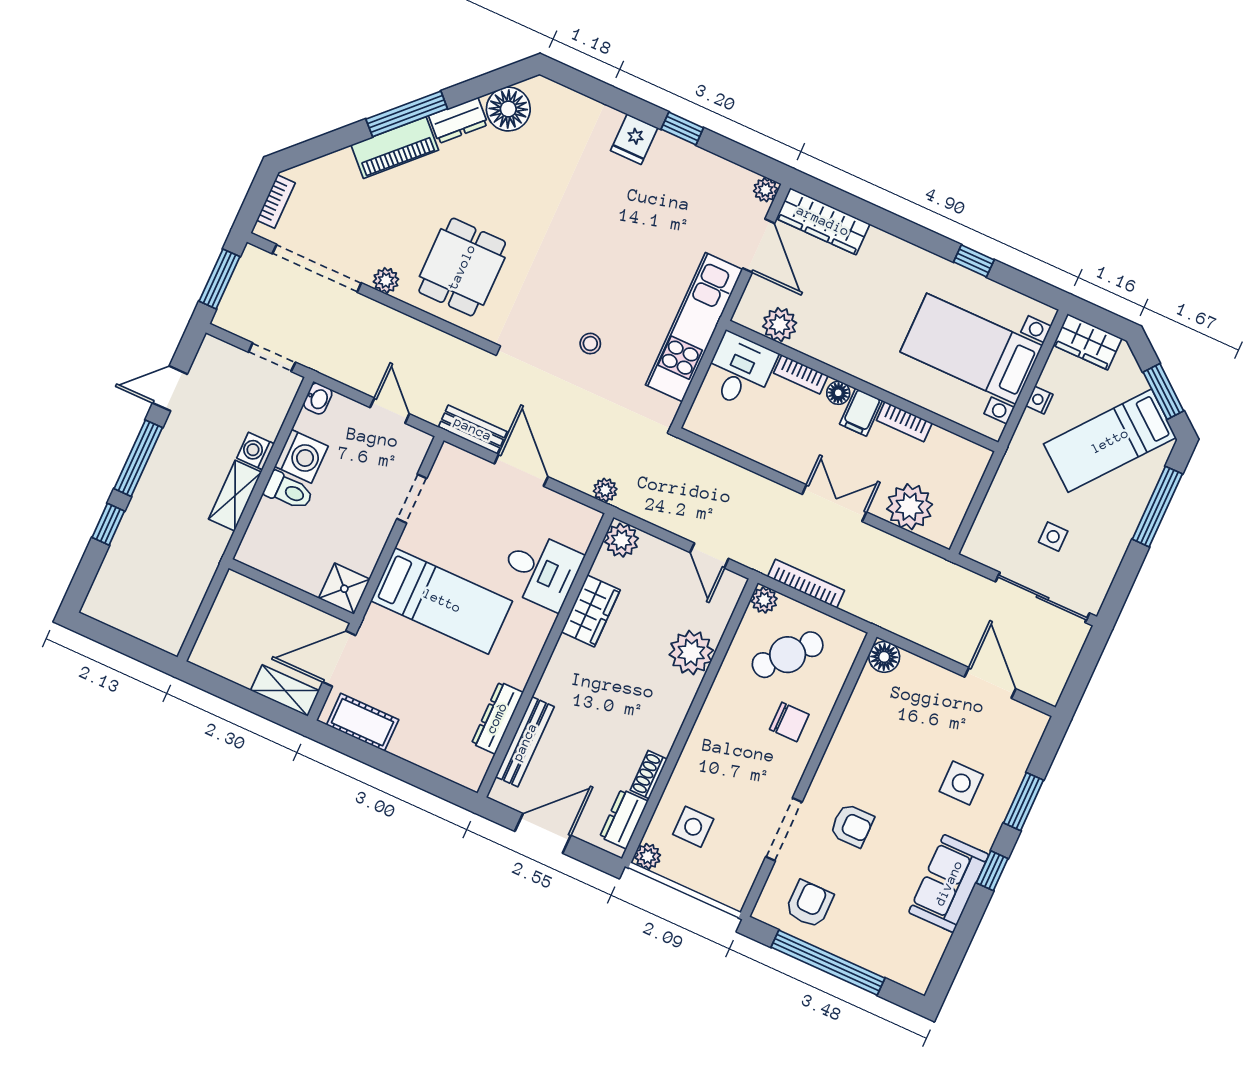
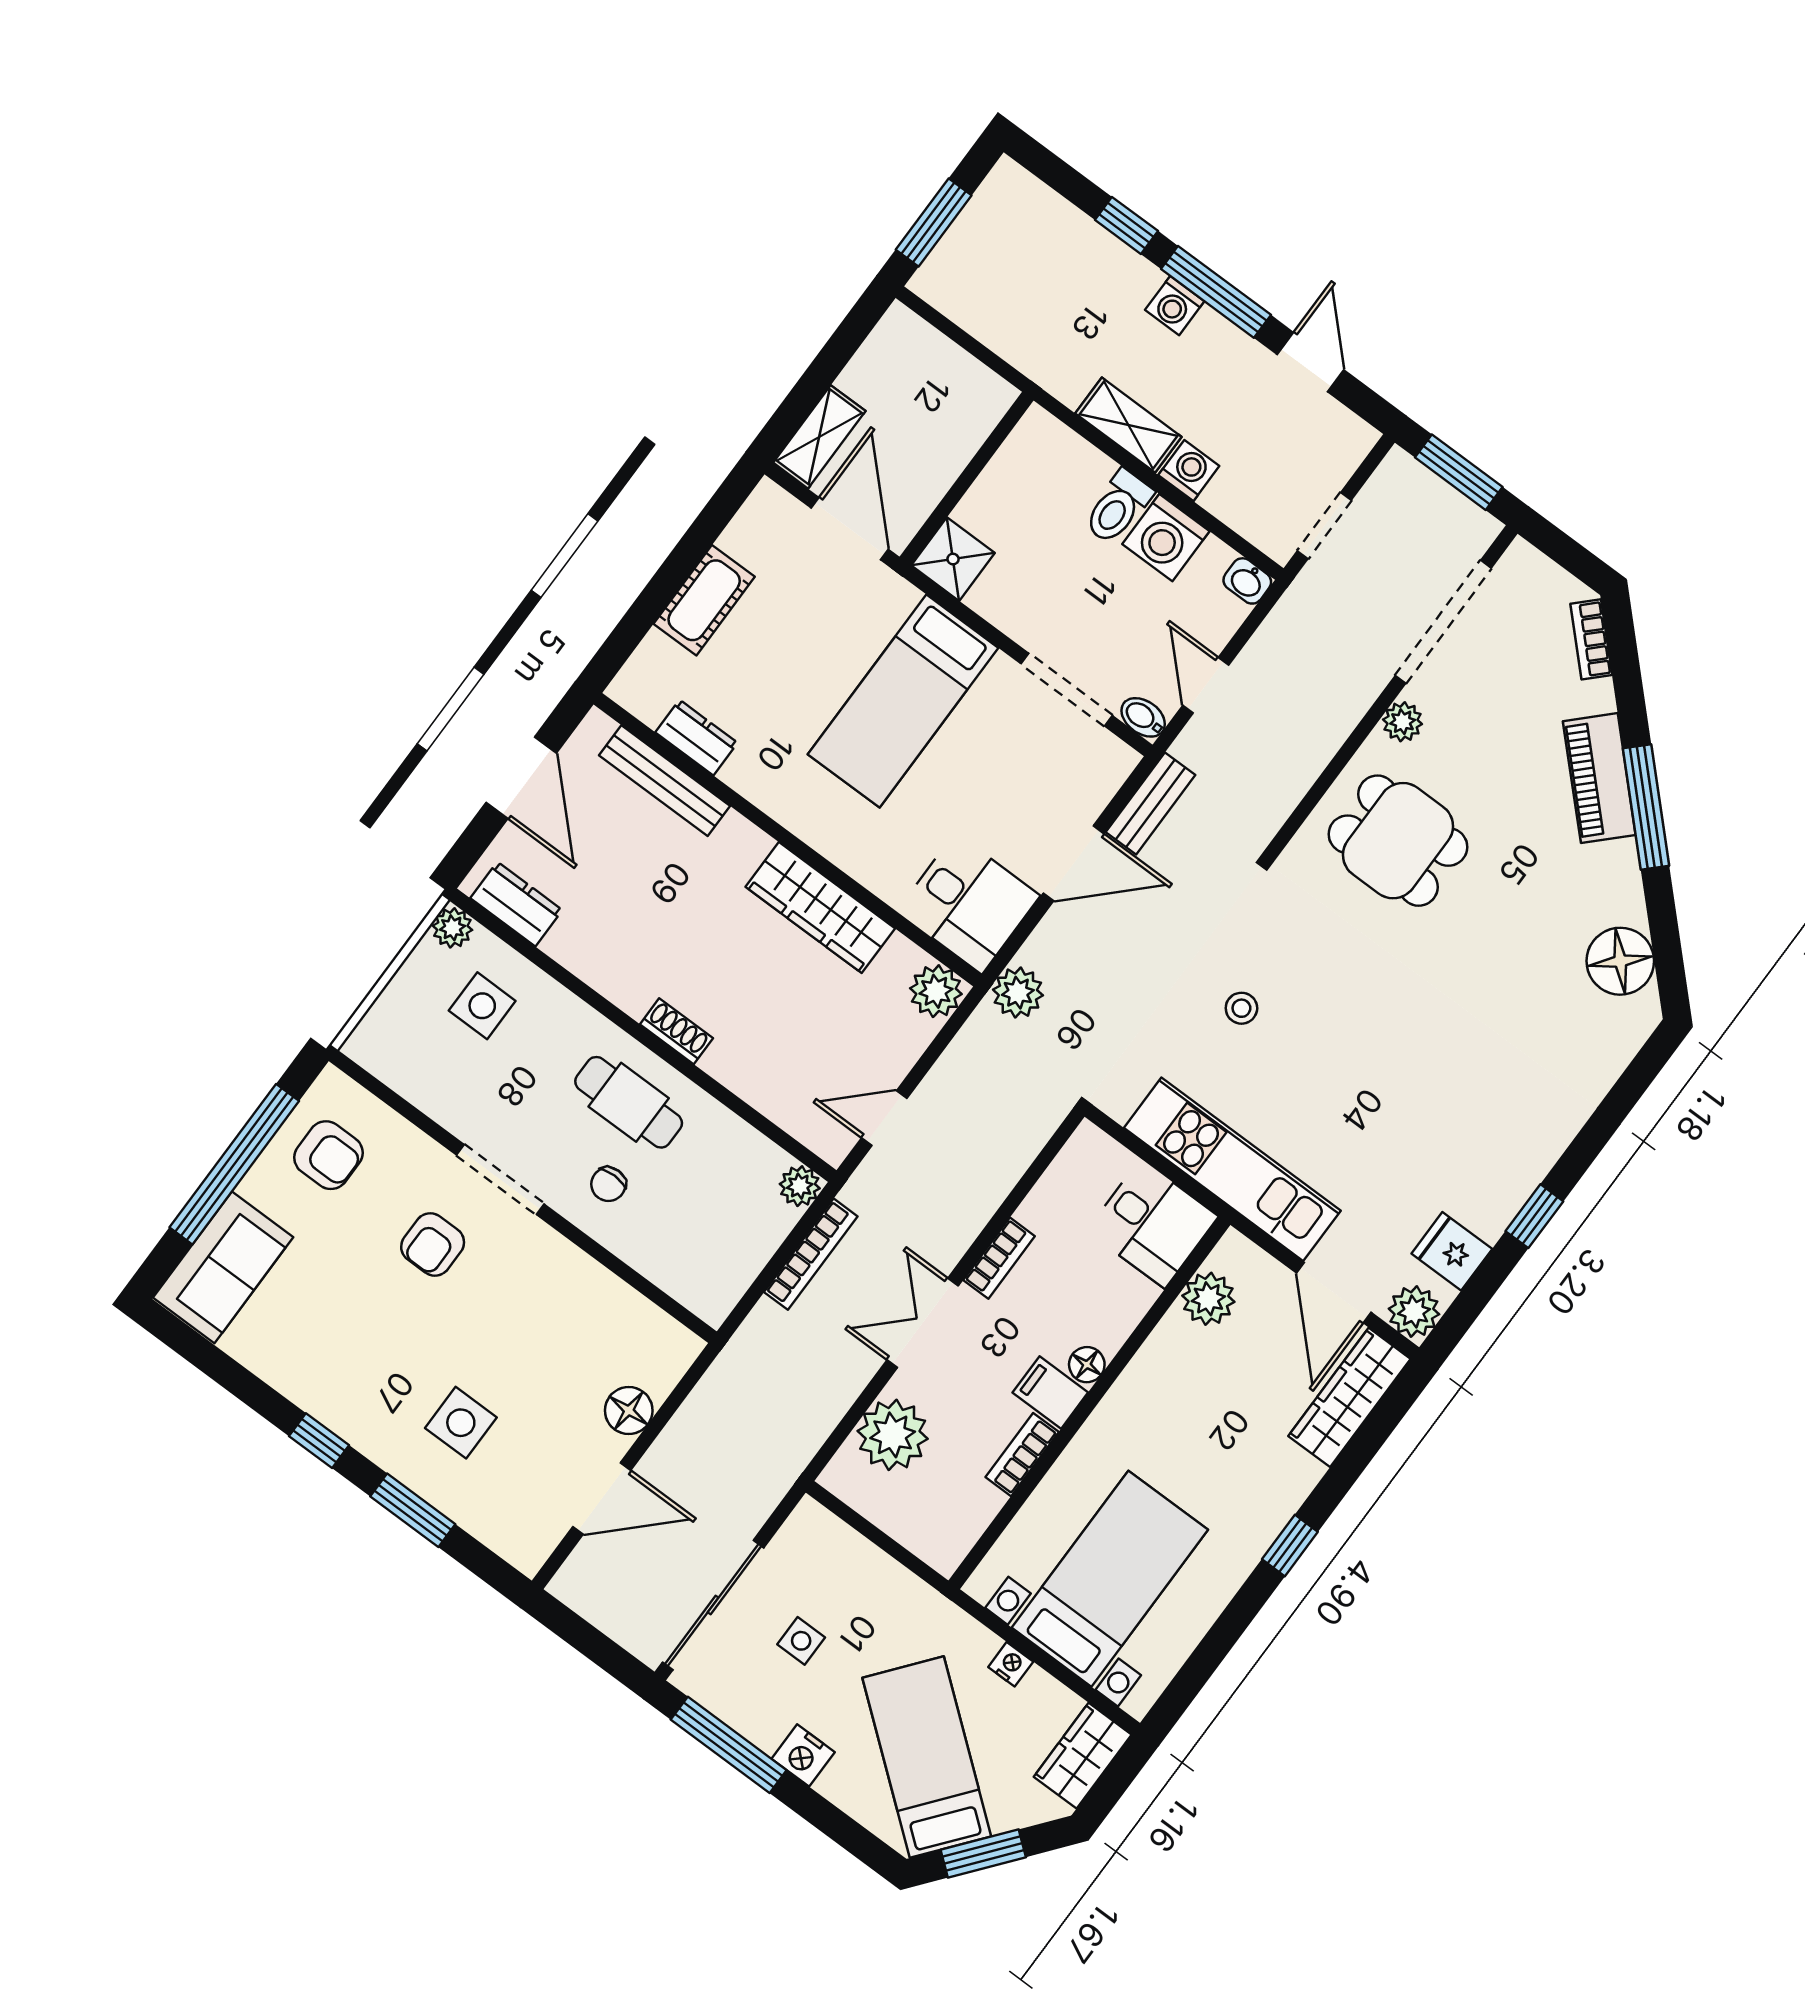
dresser: (458, 120) -> (1620, 882), removed
fridge: (634, 139) -> (1452, 1251), moved
plant: (766, 190) -> (1414, 1312), width x1.38, depth x1.38
bookcase: (276, 202) -> (1591, 639), moved, turned 45
door: (759, 246) -> (1334, 1293), hinge flipped
window: (974, 261) -> (1290, 1545), moved
bookcase: (801, 374) -> (999, 1258), moved, turned 180
door: (390, 411) -> (1206, 685), swing flipped
bidet: (419, 446) -> (1143, 717), added
washing machine: (153, 483) -> (1175, 306), added
plant: (605, 490) -> (1018, 993), width x1.38, depth x1.38
doorway: (412, 499) -> (1067, 690), width x1.38
double door: (834, 503) -> (923, 1323), swing flipped
window: (1157, 507) -> (729, 1745), moved
nightstand: (1126, 520) -> (803, 1755), added
desk: (541, 570) -> (968, 903), moved, turned -90
wardrobe: (591, 611) -> (820, 908), width x1.50
window: (133, 647) -> (934, 223), added
plant: (691, 652) -> (745, 1059), removed
cafe table: (788, 655) -> (629, 1102), moved, turned -42
floor lamp: (884, 657) -> (629, 1411), moved
dresser: (497, 718) -> (696, 738), width x0.70
cot: (363, 722) -> (704, 600), moved
chair: (789, 722) -> (608, 1184), width x0.73, depth x0.73
shoe rack: (649, 775) -> (676, 1031), moved
doorway: (784, 829) -> (500, 1180), moved
sofa: (949, 883) -> (223, 1267), moved, turned 90

